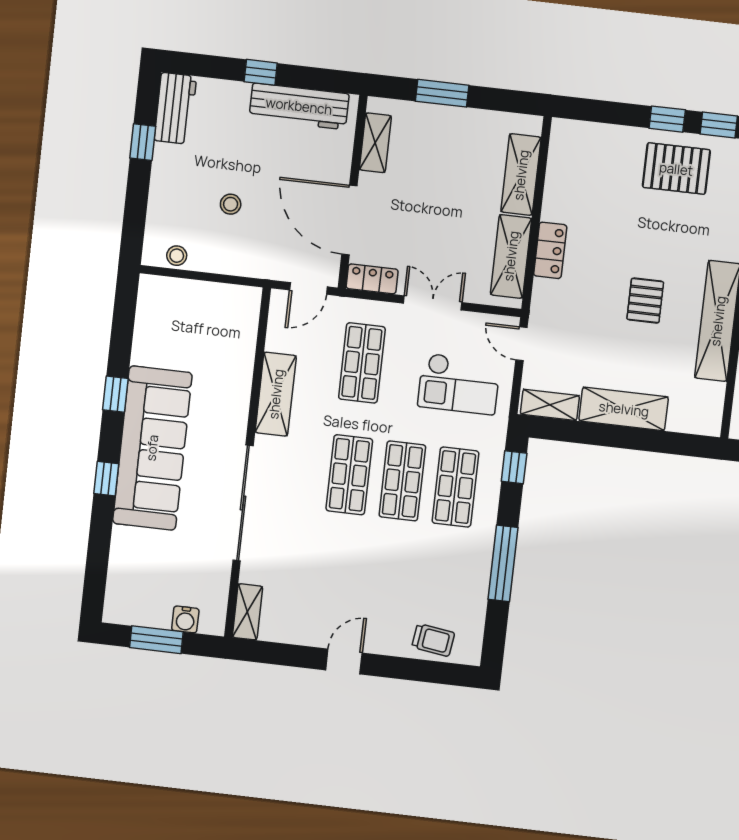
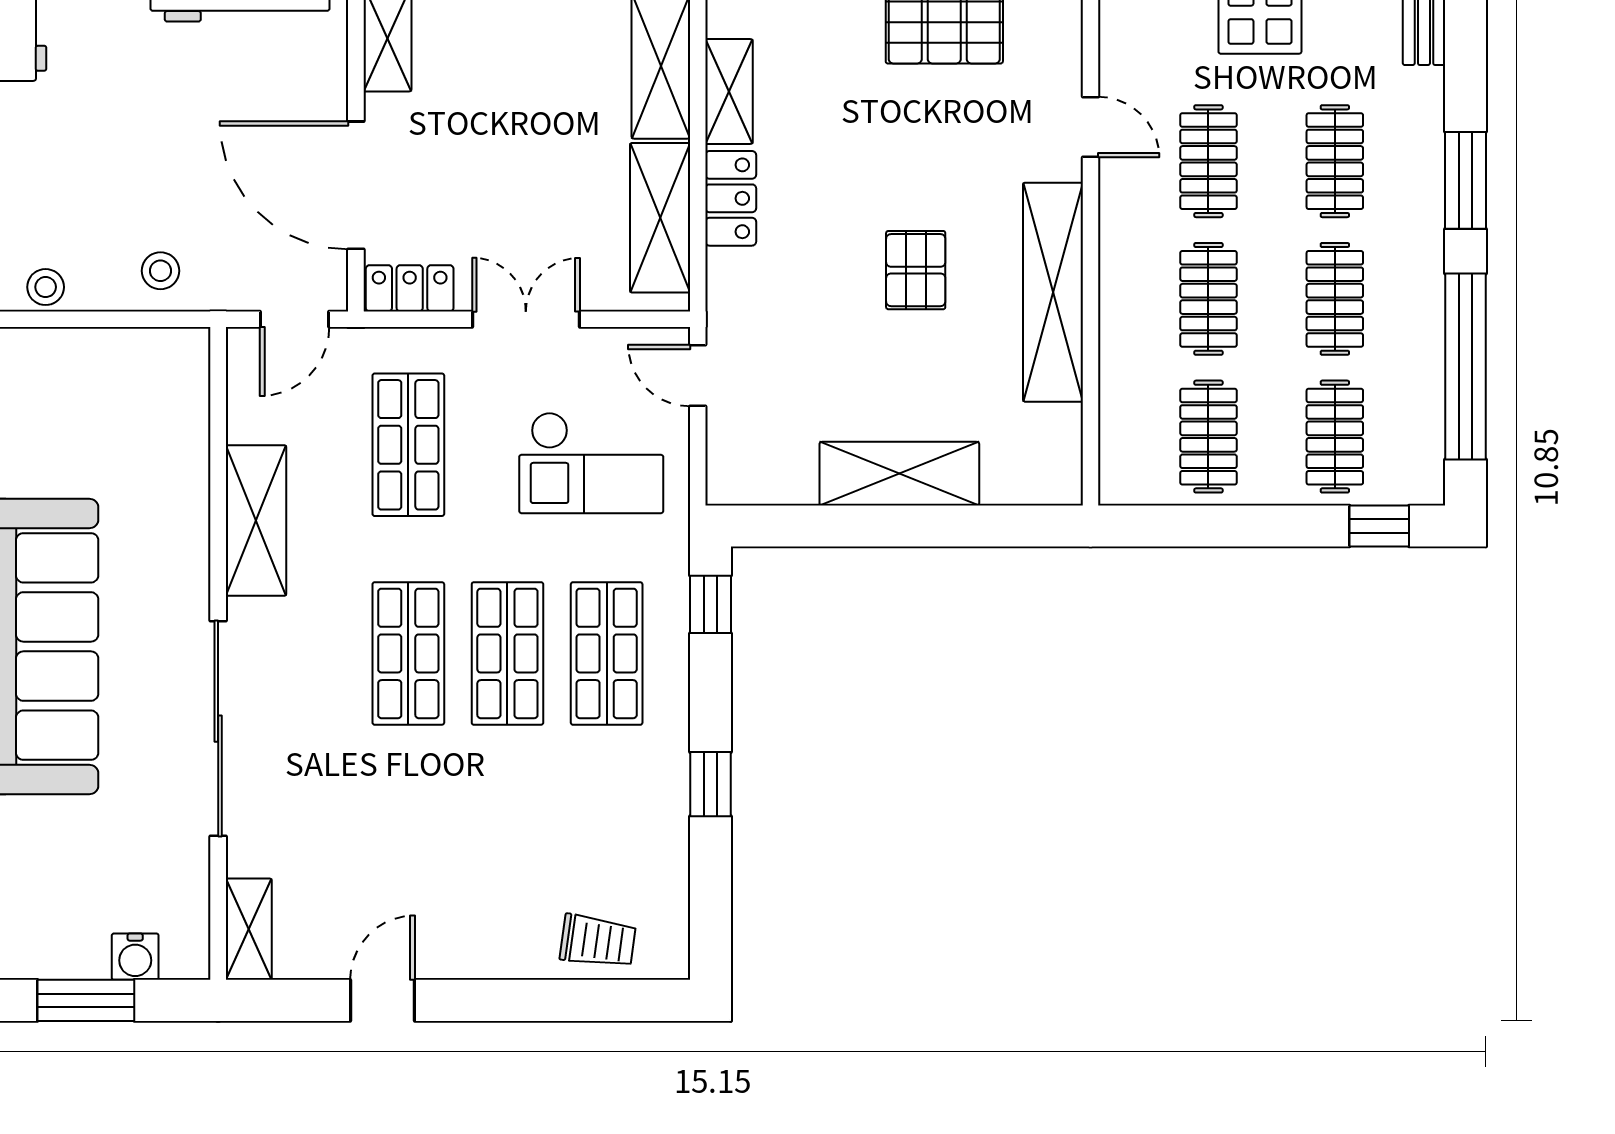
stool: (231, 204) -> (160, 271), moved
shelving: (550, 405) -> (729, 92), moved, turned 90
window: (503, 563) -> (710, 784), width x0.46
door: (344, 661) -> (383, 1000), moved

